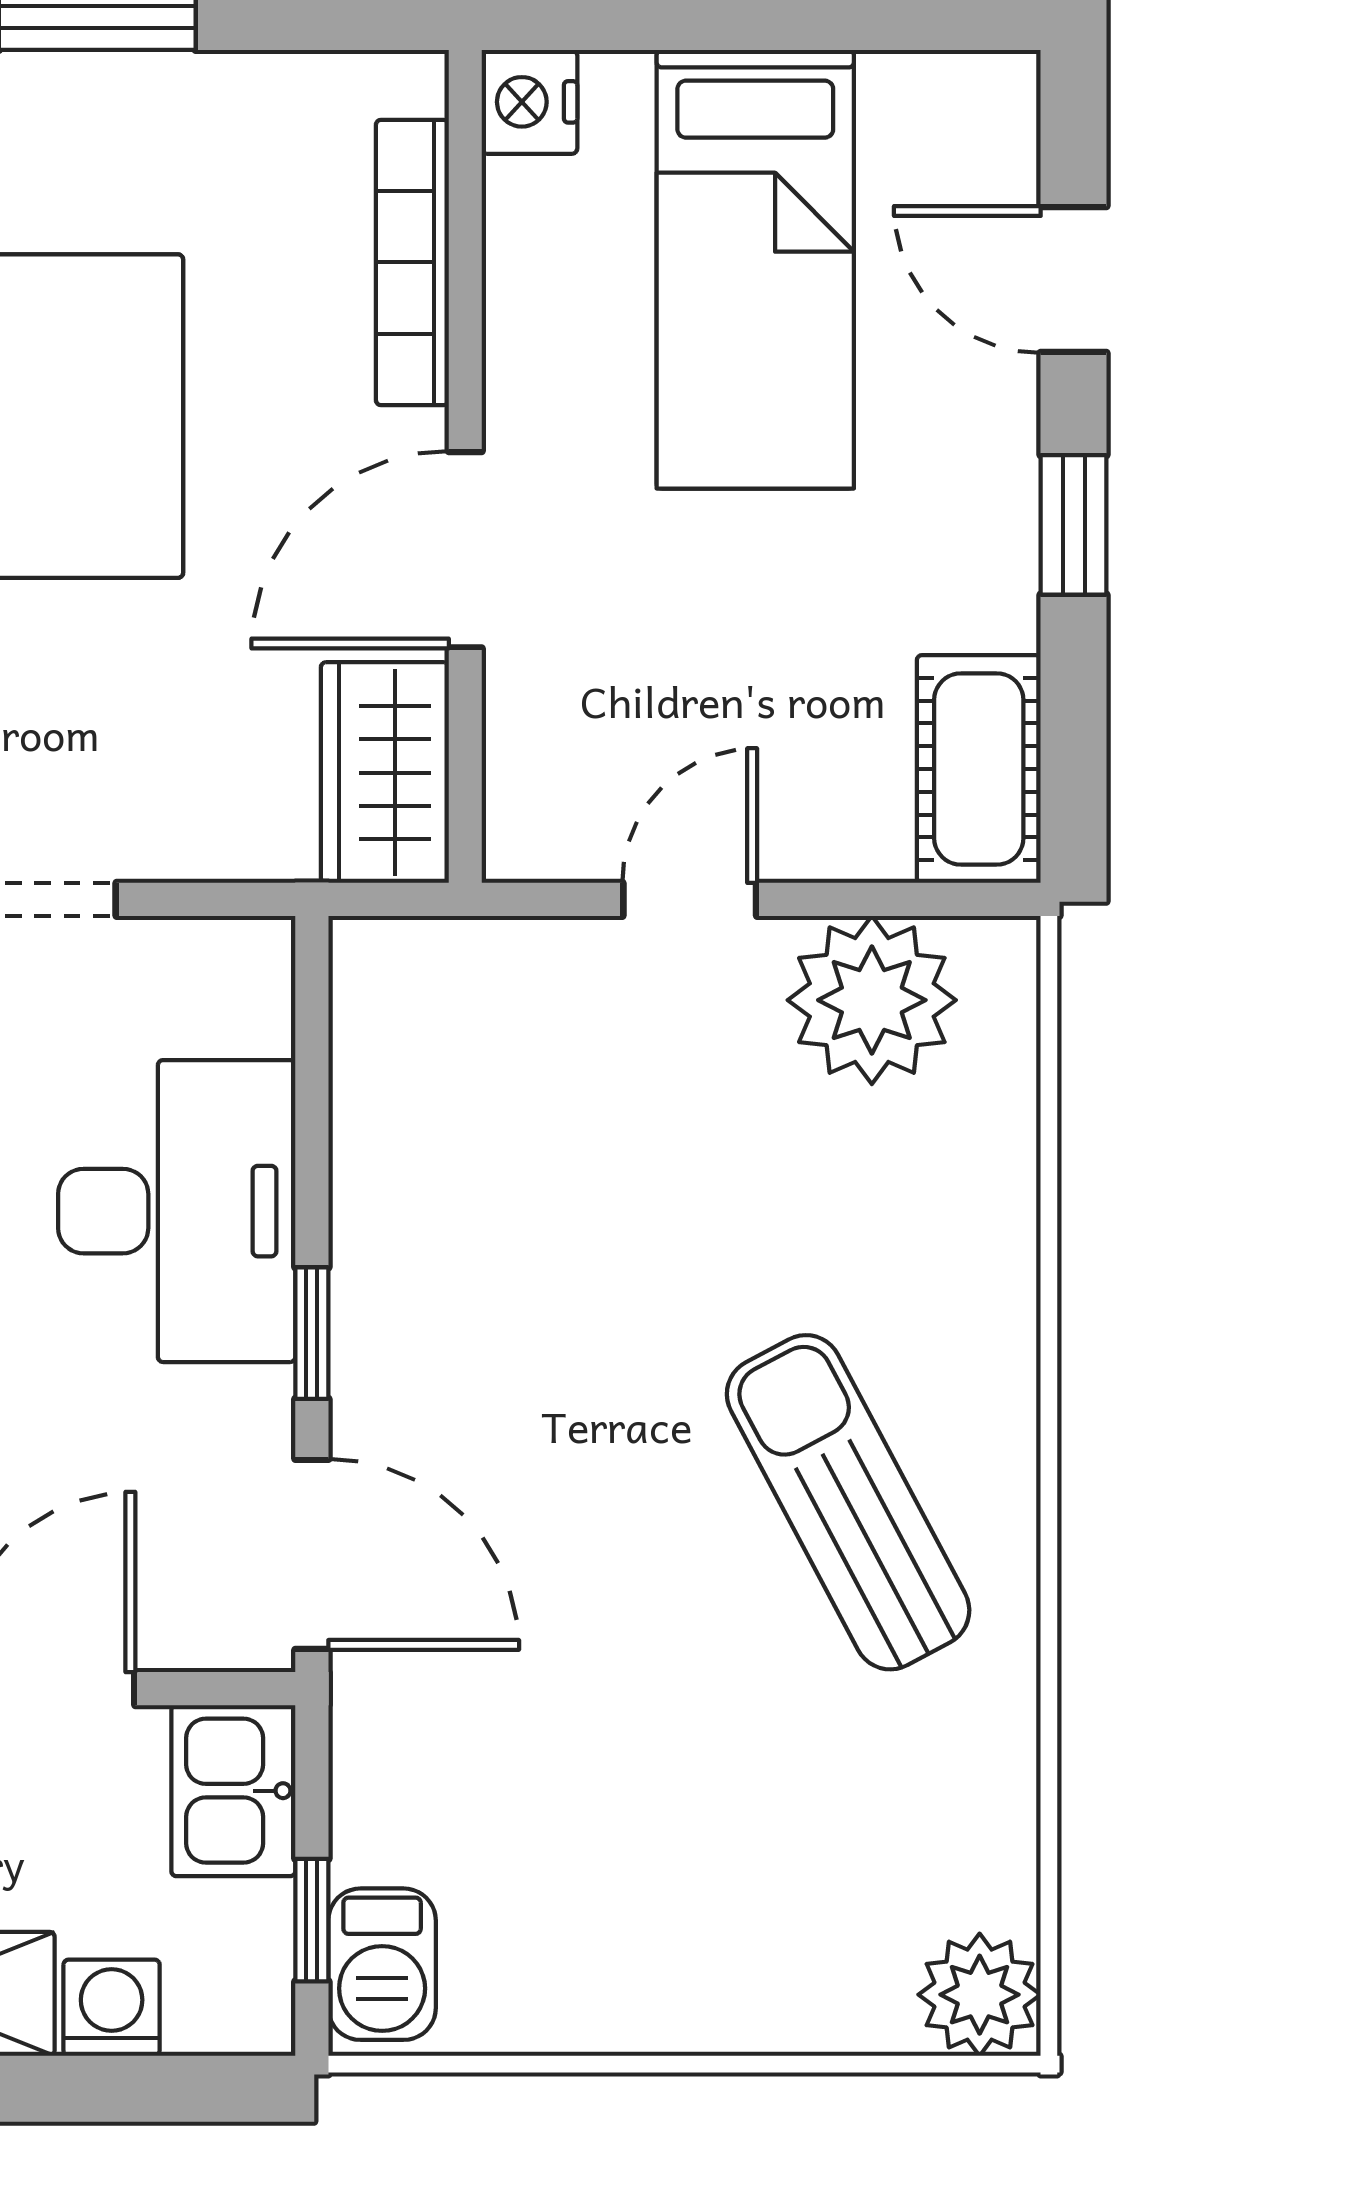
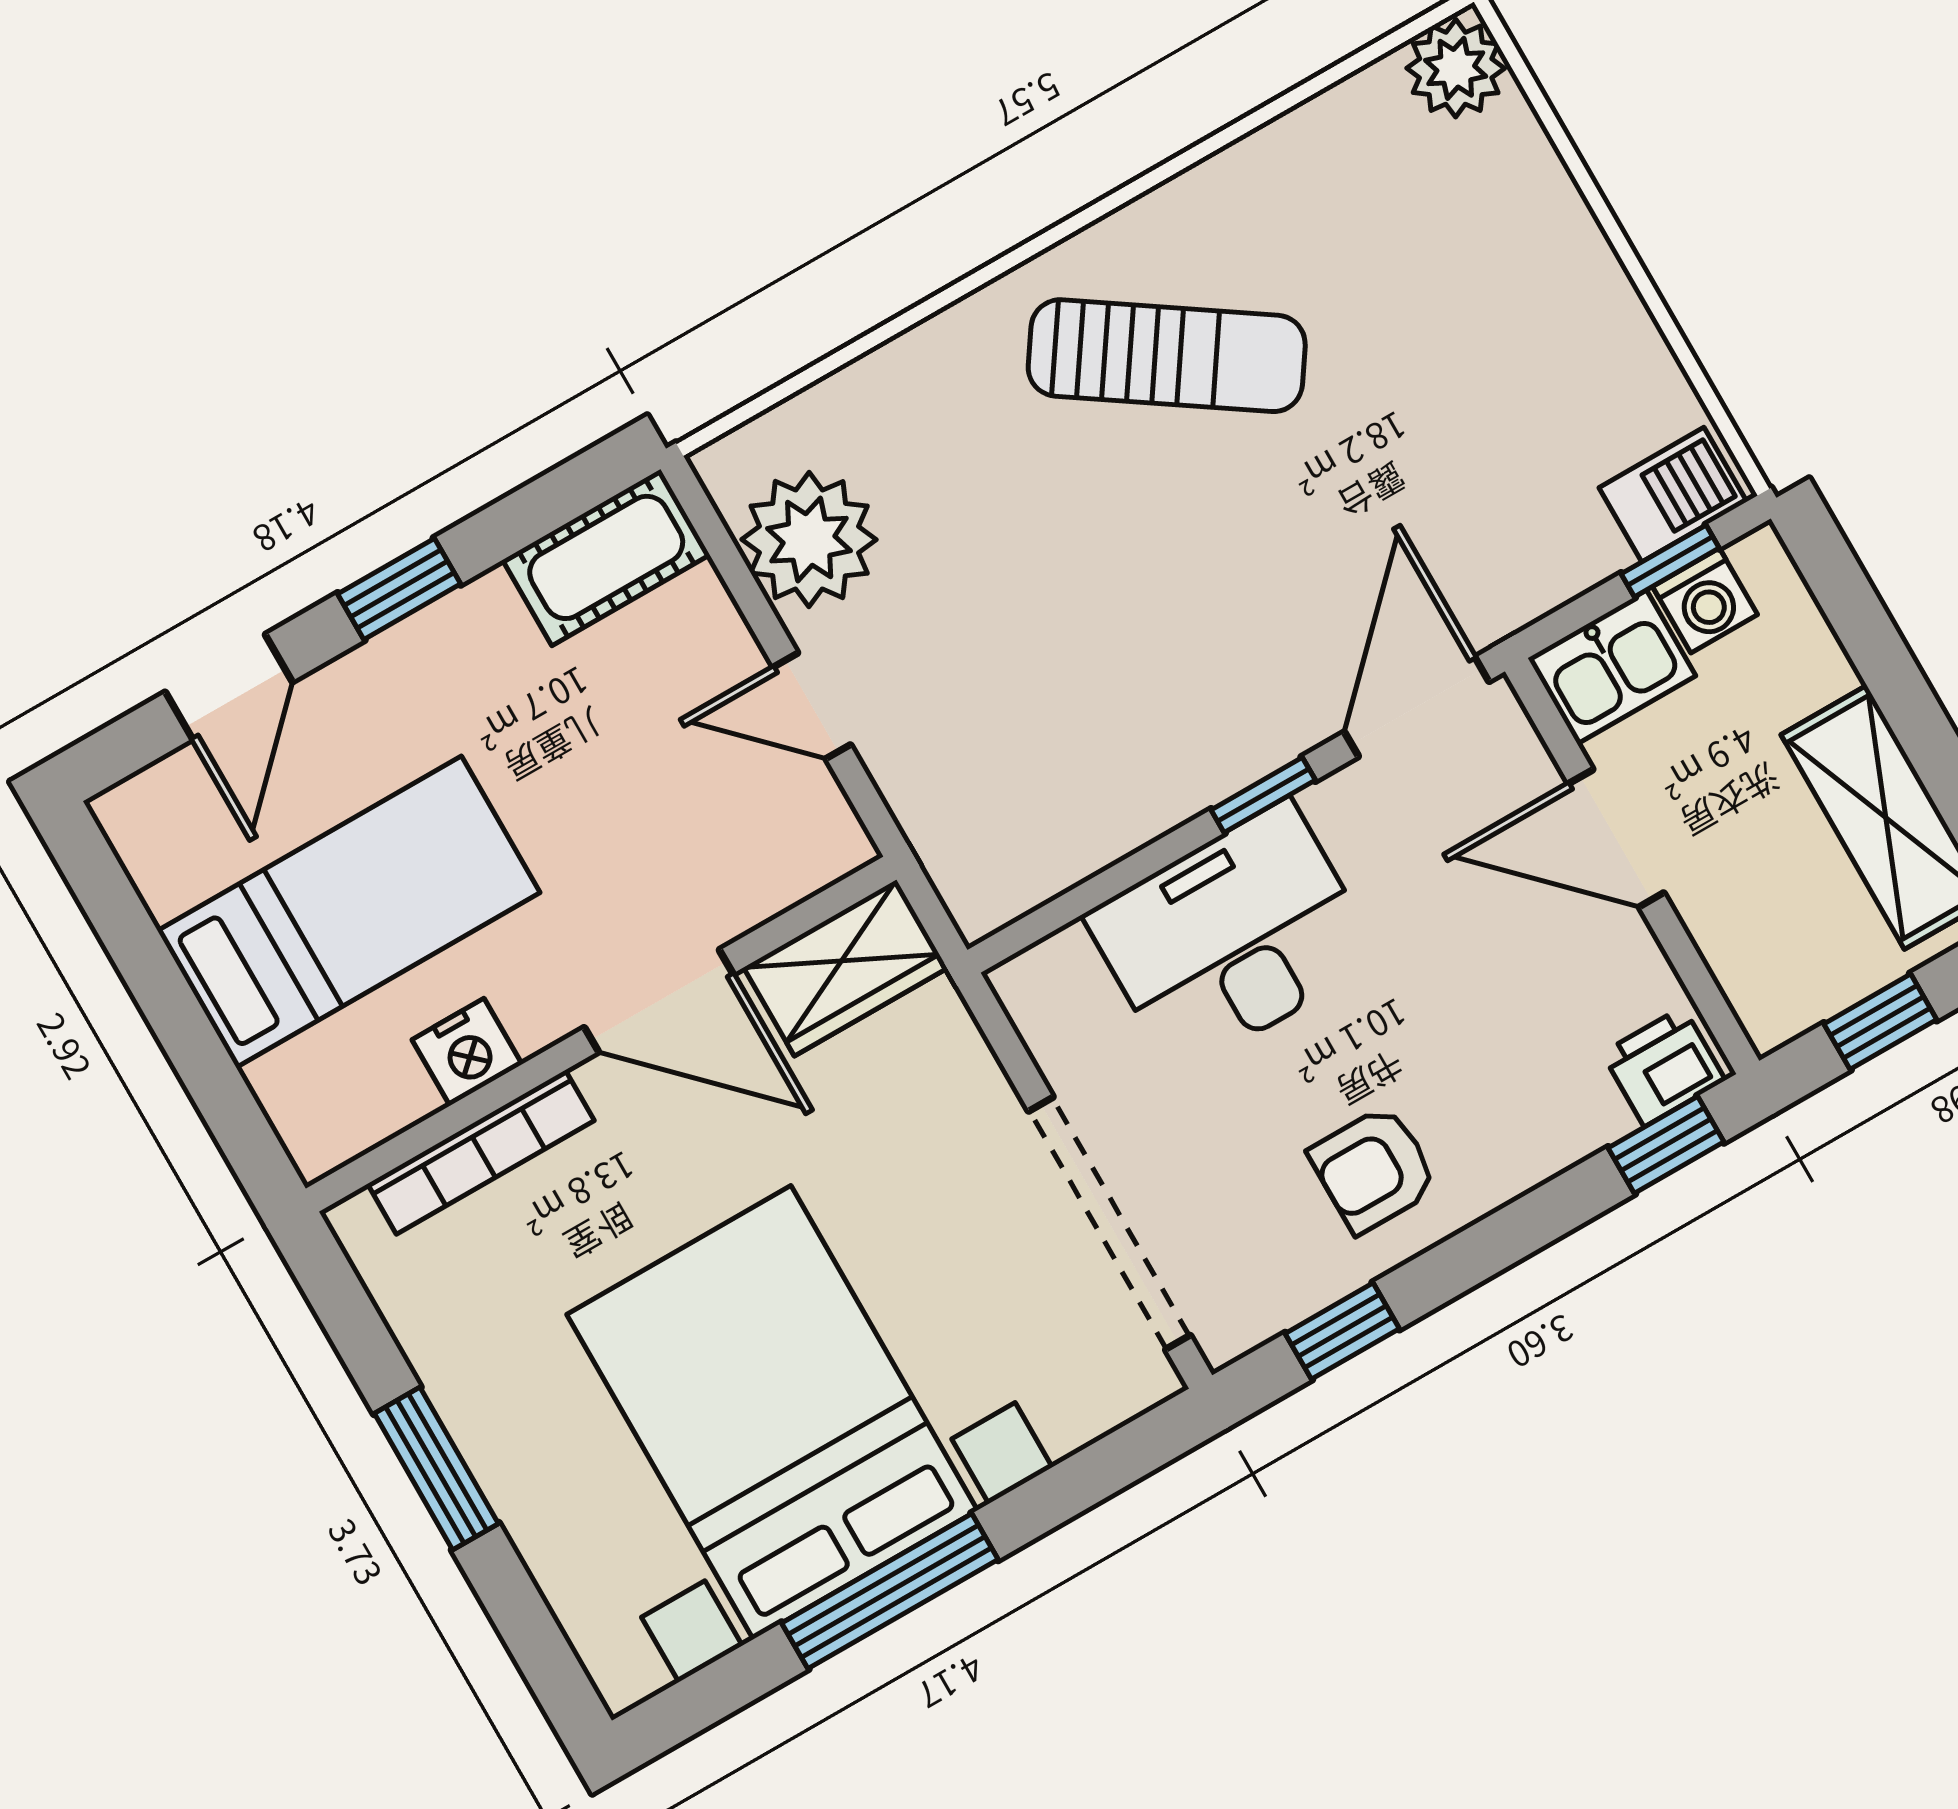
nightstand: (529, 102) -> (467, 1052), moved
sun lounger: (848, 1502) -> (1167, 356), turned -118
washing machine: (112, 2008) -> (1705, 601), moved, turned -90

